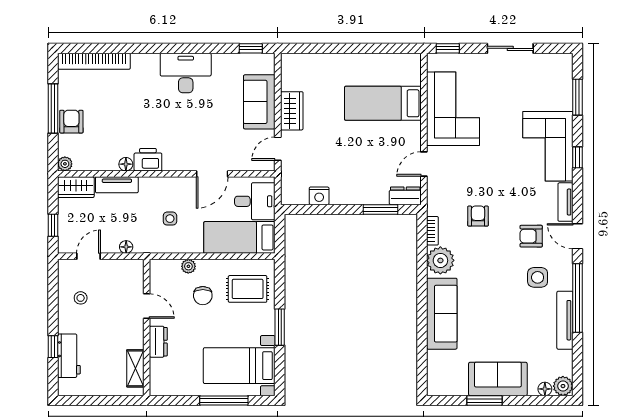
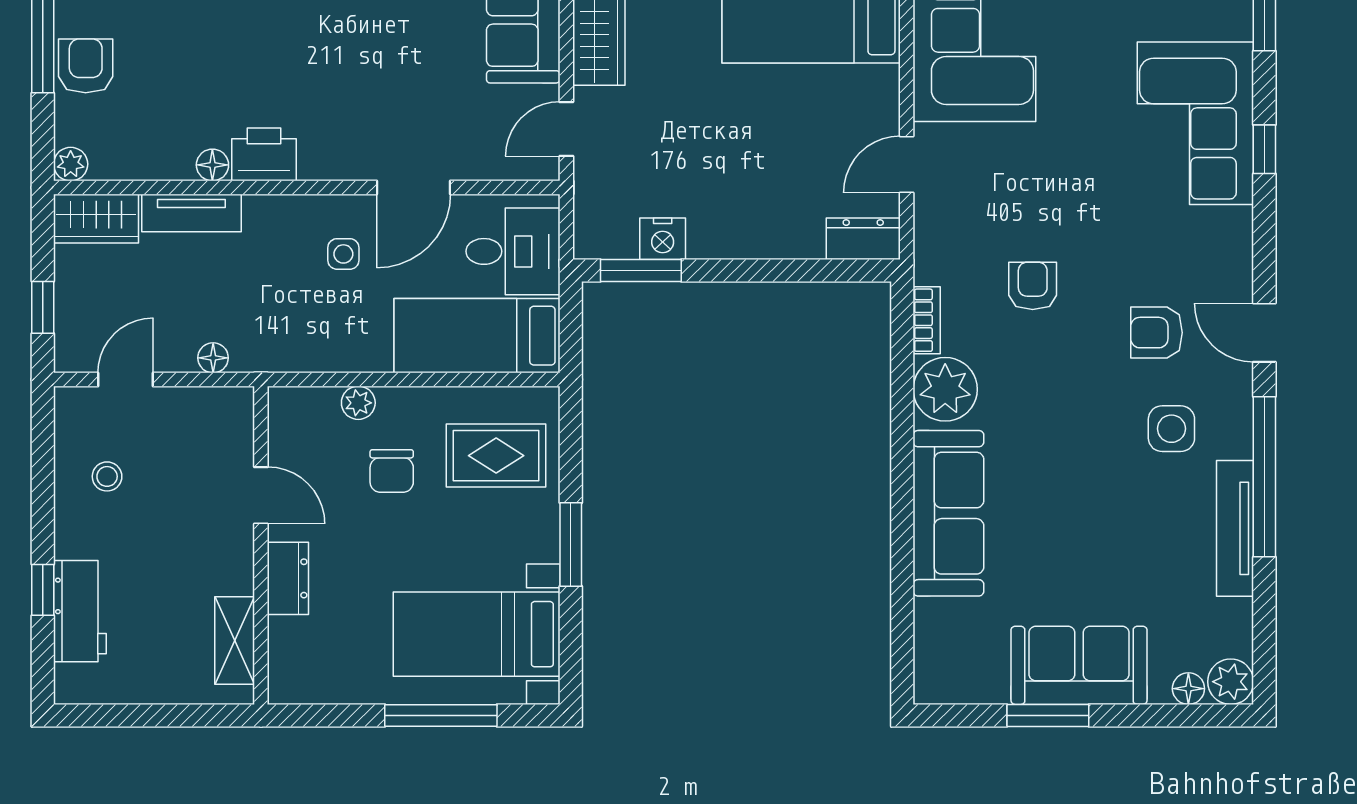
tv unit: (565, 202) -> (1236, 253), removed
window: (381, 209) -> (641, 270), moved
side table: (170, 219) -> (343, 254), moved

